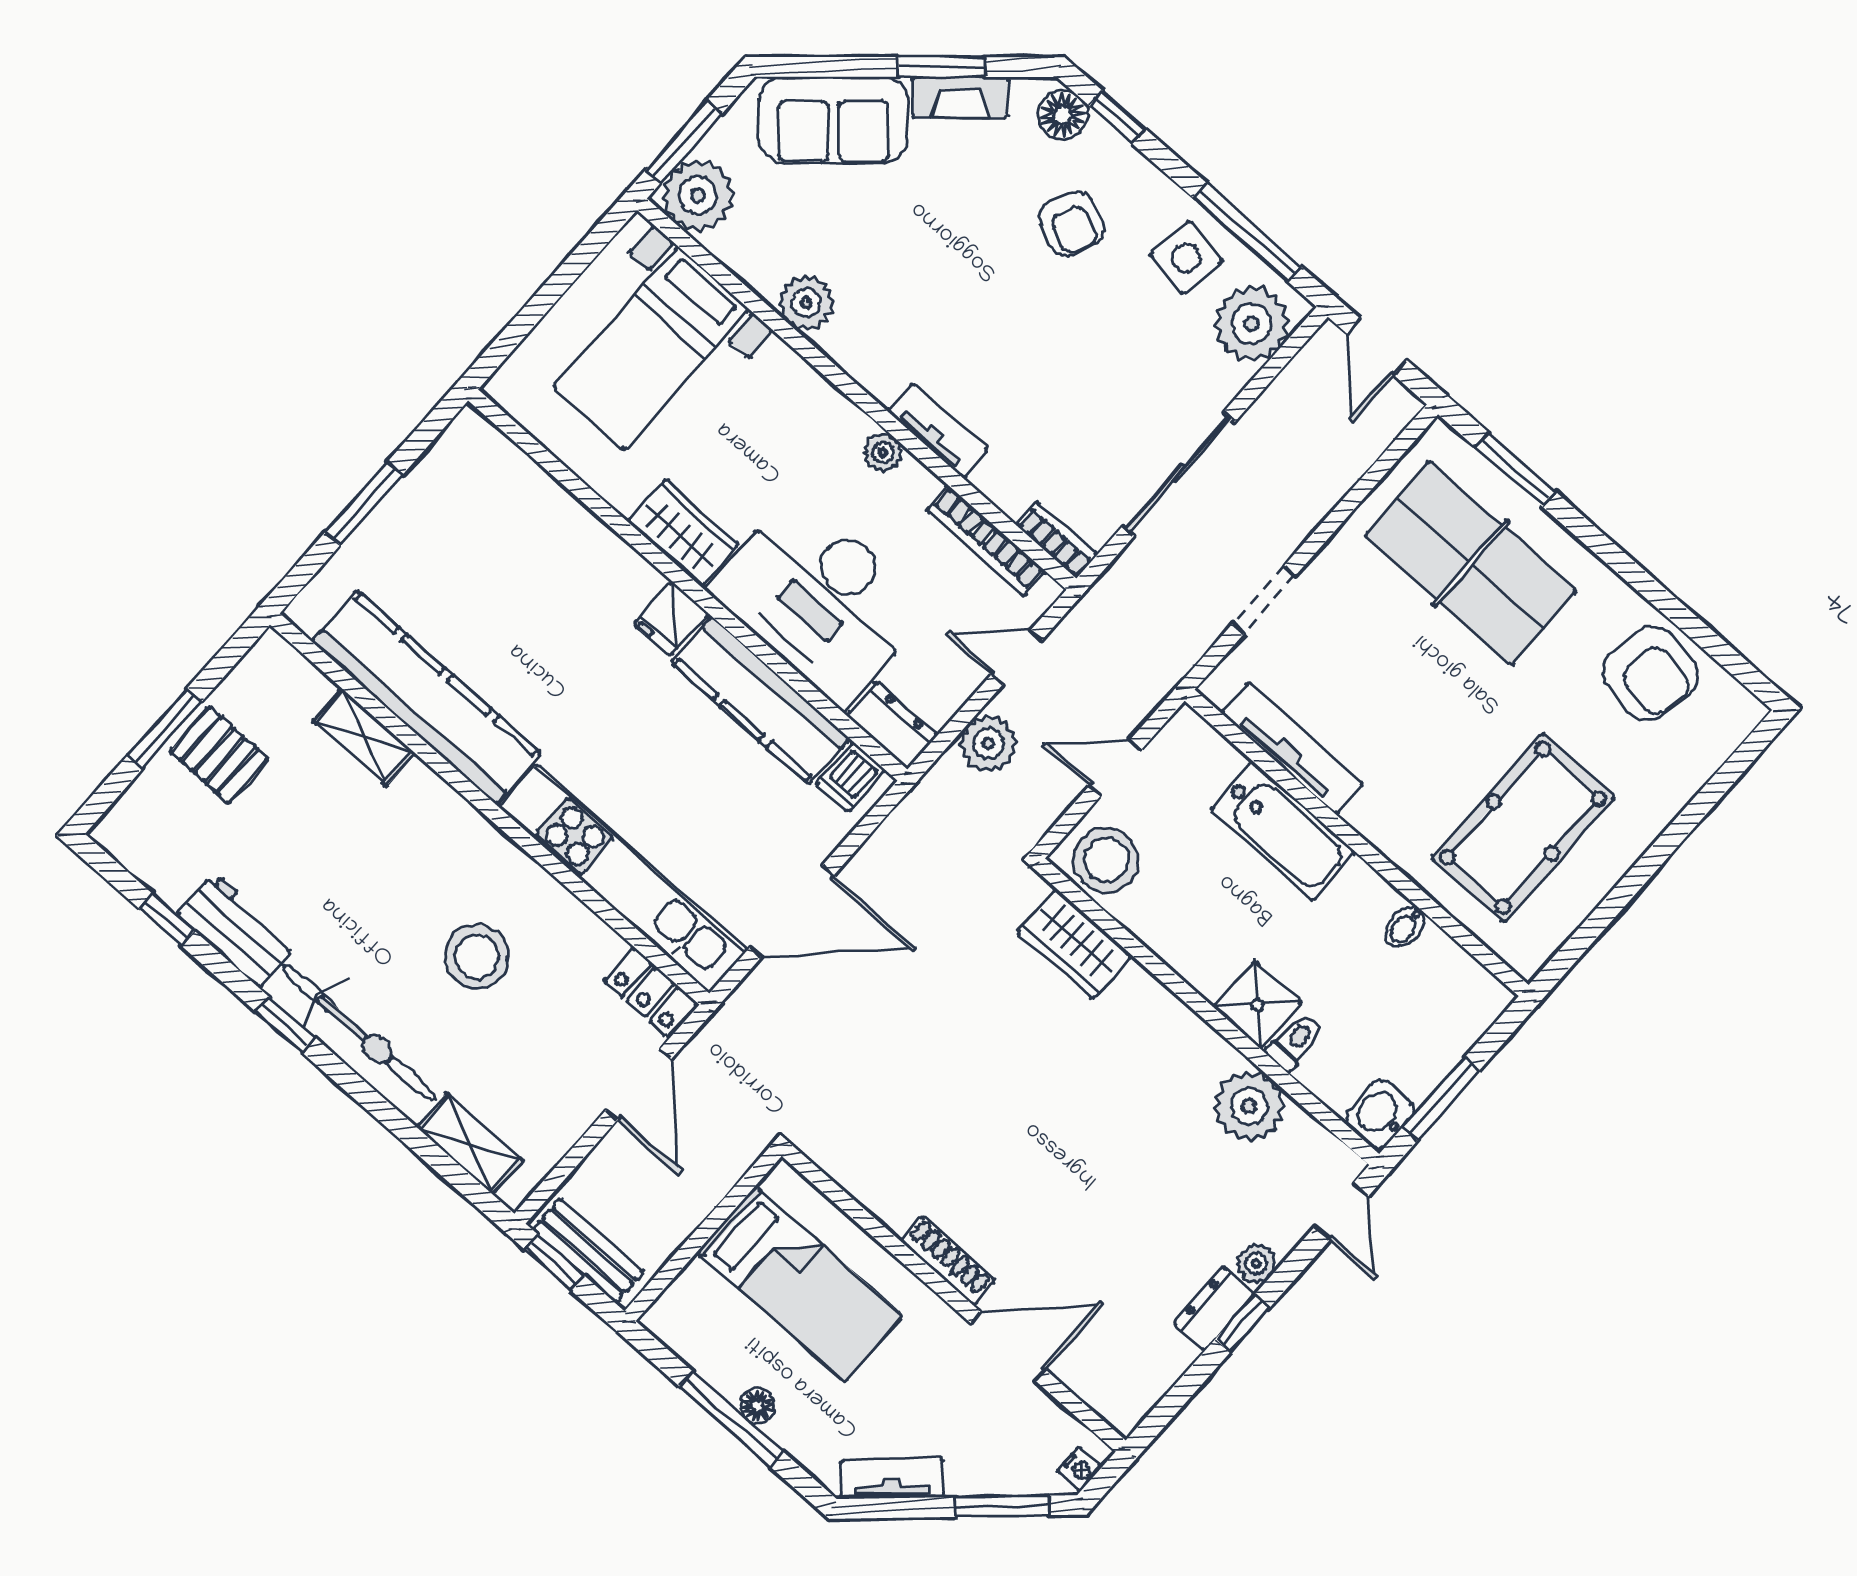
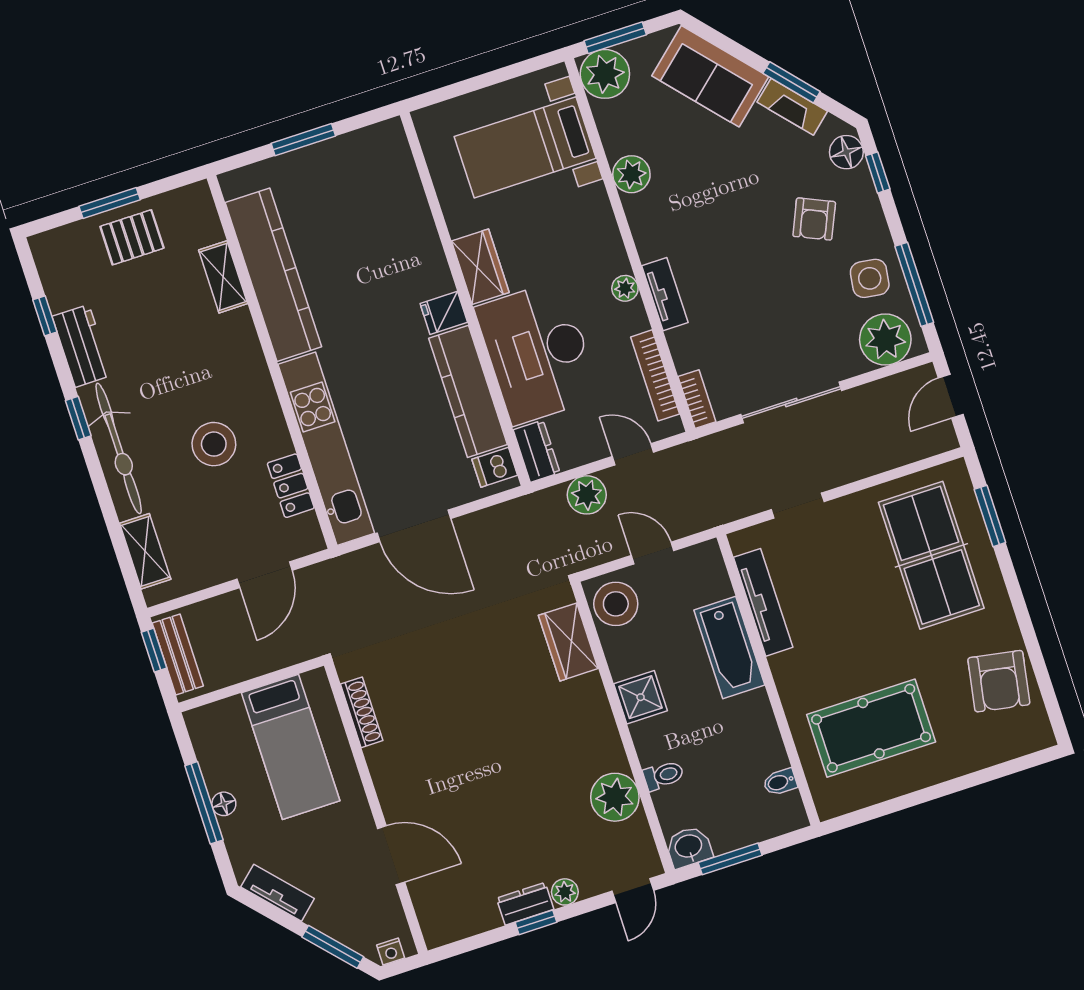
pallet: (219, 755) -> (132, 237), turned 90
bidet: (1405, 927) -> (780, 782), moved
locker: (651, 992) -> (291, 486), moved
shower: (1258, 1005) -> (641, 697), moved
shoe rack: (948, 1261) -> (362, 712), moved

